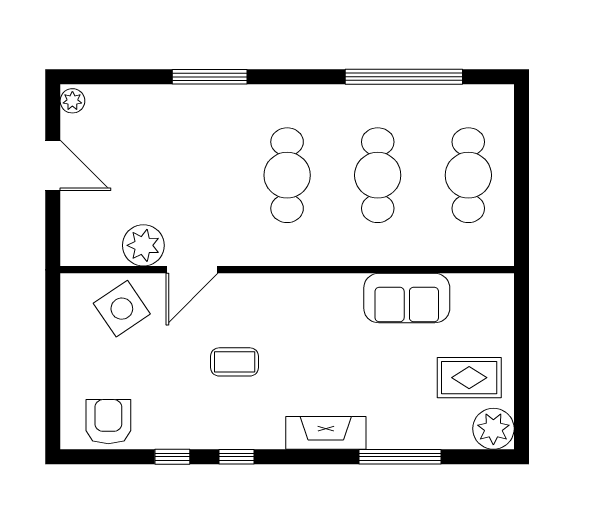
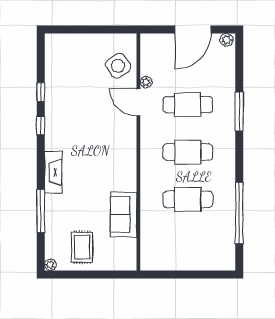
door: (53, 165) -> (193, 30), width x1.36
cafe table: (468, 175) -> (188, 105), moved
plant: (143, 245) -> (146, 82), width x0.53, depth x0.53
coffee table: (235, 362) -> (90, 125), removed
armchair: (108, 422) -> (59, 59), removed
plant: (493, 429) -> (50, 265), width x0.53, depth x0.53

